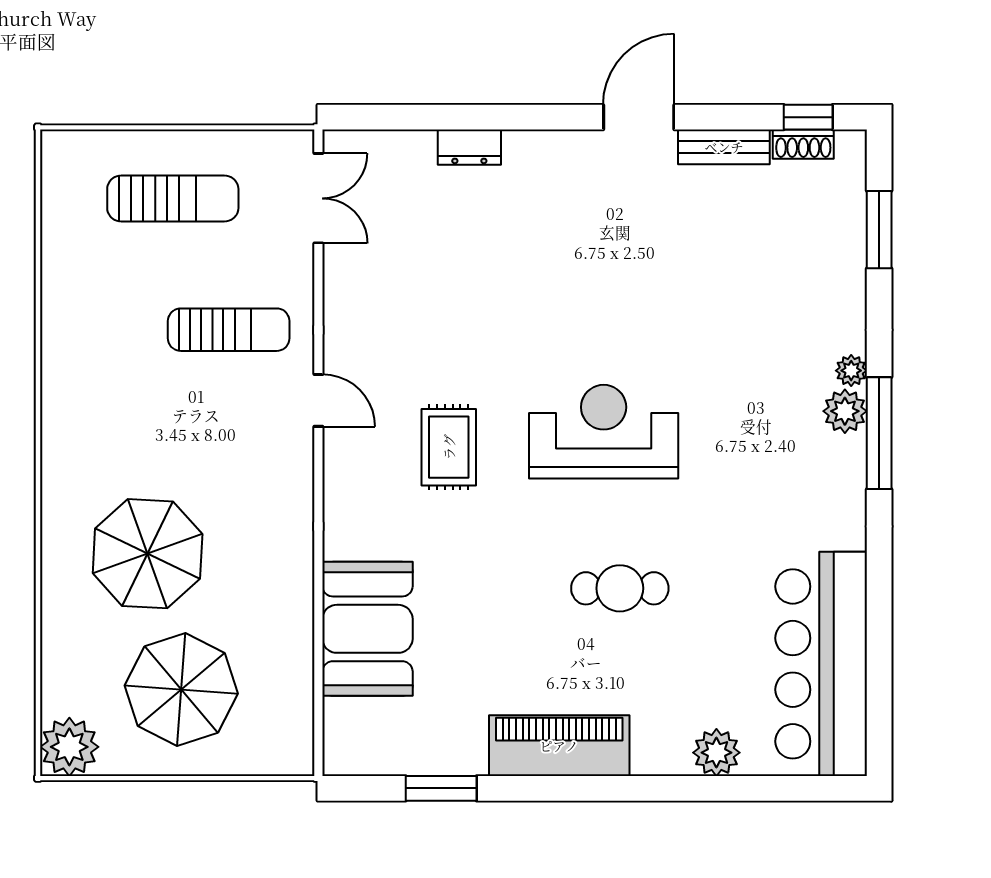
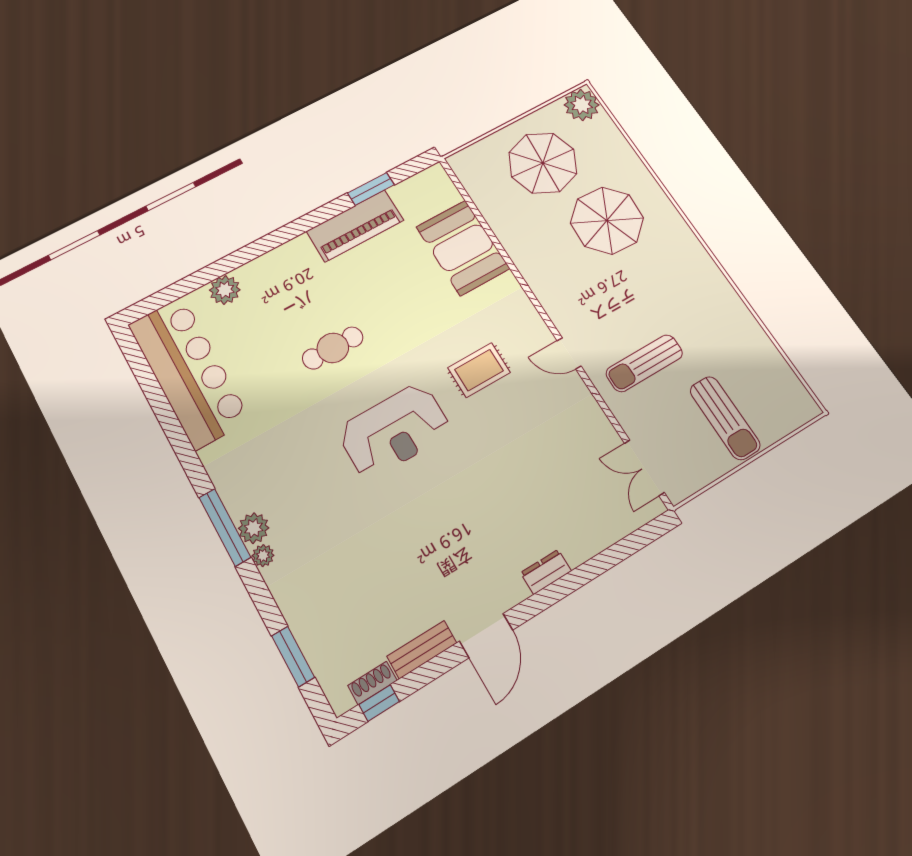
dresser: (469, 147) -> (546, 572), moved
sun lounger: (173, 199) -> (725, 418), turned -90
rug: (449, 447) -> (479, 370), turned 90
piano: (559, 746) -> (355, 226), moved

